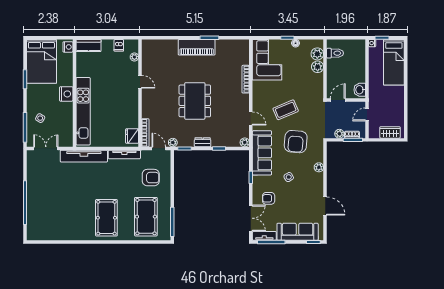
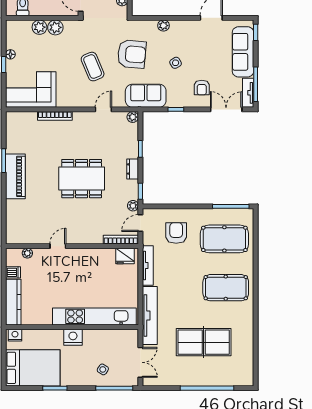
kitchen counter: (88, 46) -> (13, 302), width x1.50
plant: (317, 54) -> (55, 27), moved
double door: (46, 148) -> (140, 362), swing flipped
sofa: (262, 153) -> (146, 96), width x0.73
table tennis table: (62, 200) -> (204, 342), added

